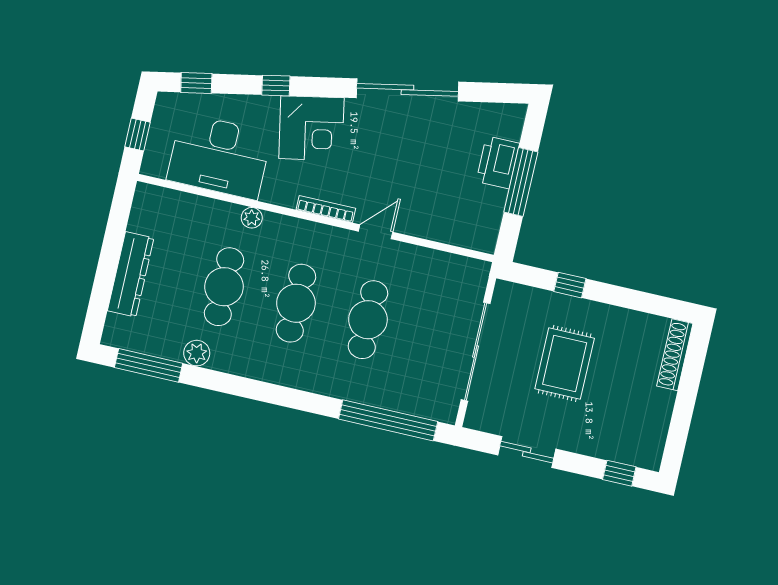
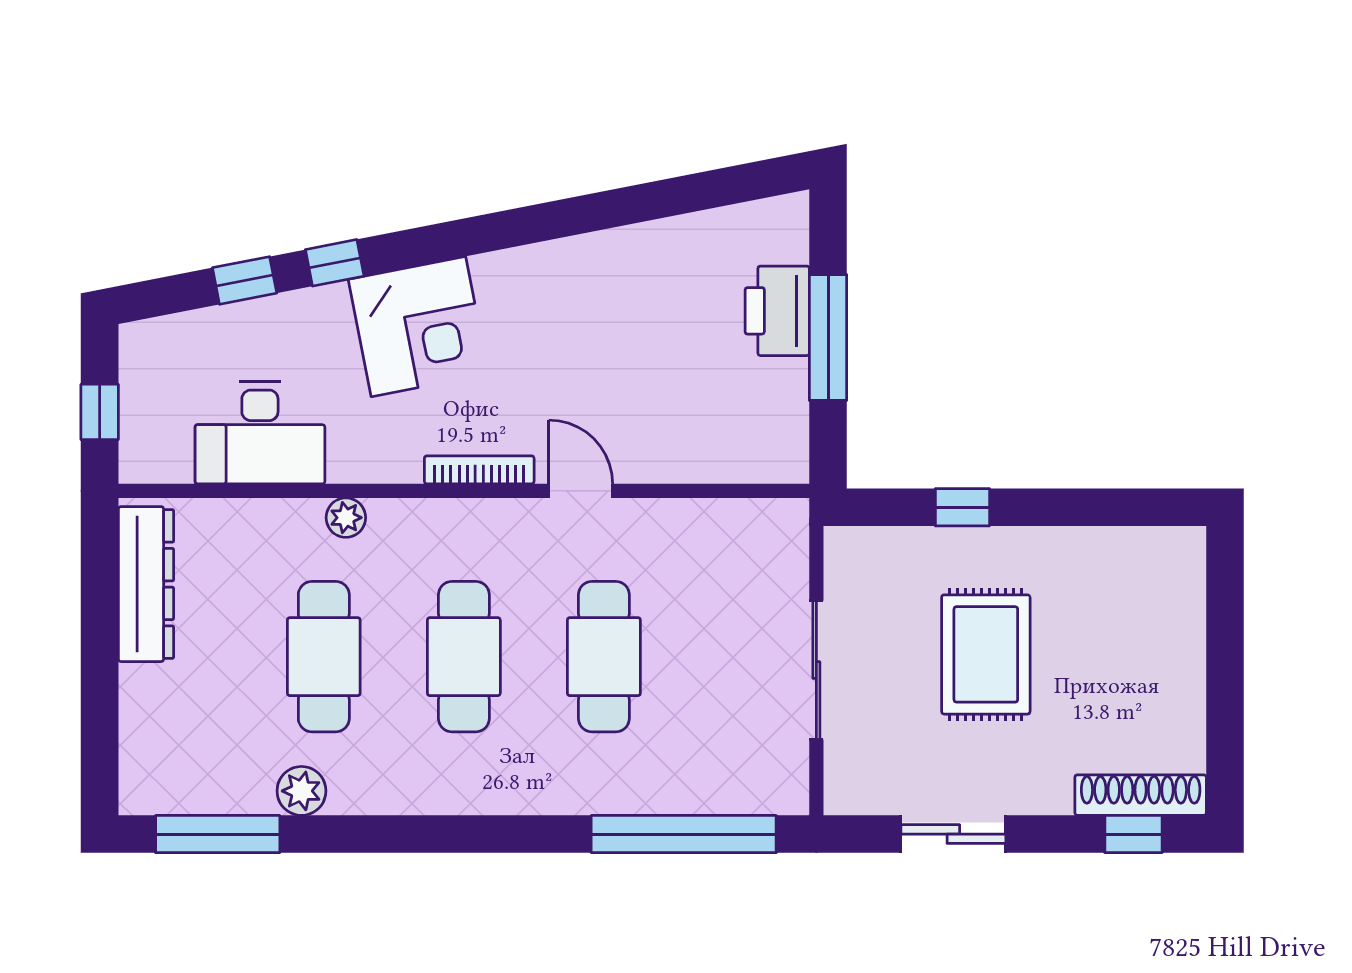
window: (196, 83) -> (245, 280), moved
sliding door: (407, 90) -> (580, 215), removed
desk: (219, 156) -> (260, 433), width x0.73, depth x0.77
door: (376, 232) -> (581, 491), hinge flipped
dresser: (131, 274) -> (146, 584), moved
sliding door: (476, 352) -> (816, 670), width x0.73
shoe rack: (675, 355) -> (1141, 795), moved, turned 90

